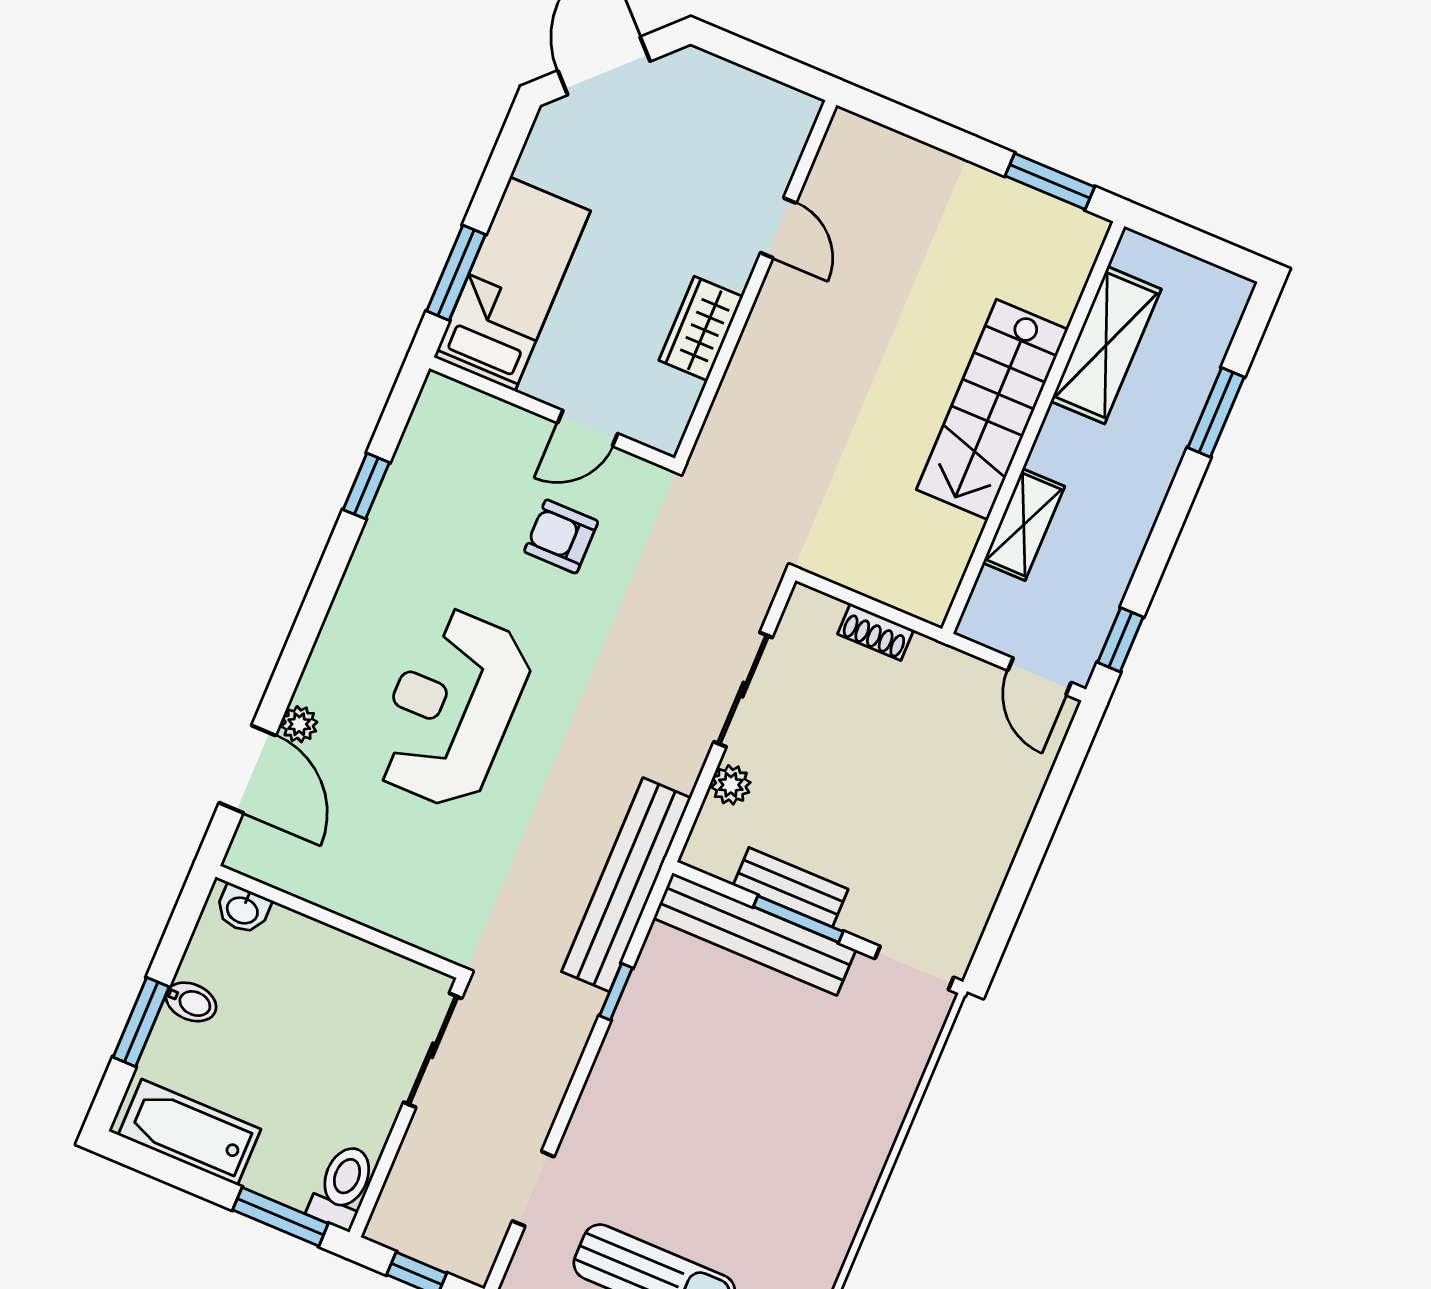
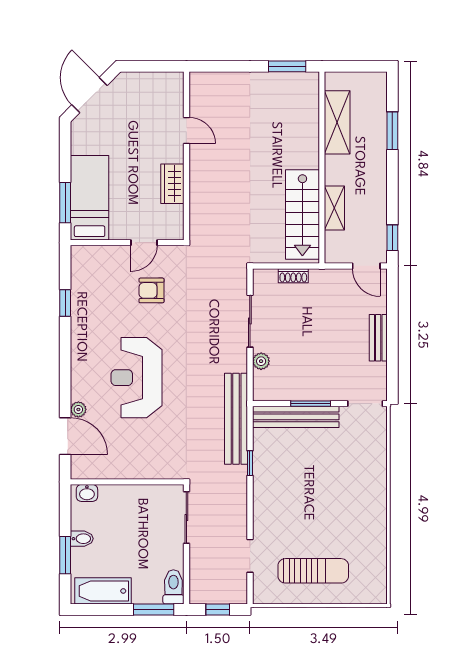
stairs: (992, 409) -> (302, 215), moved
bench: (791, 887) -> (378, 338), moved, turned 90

